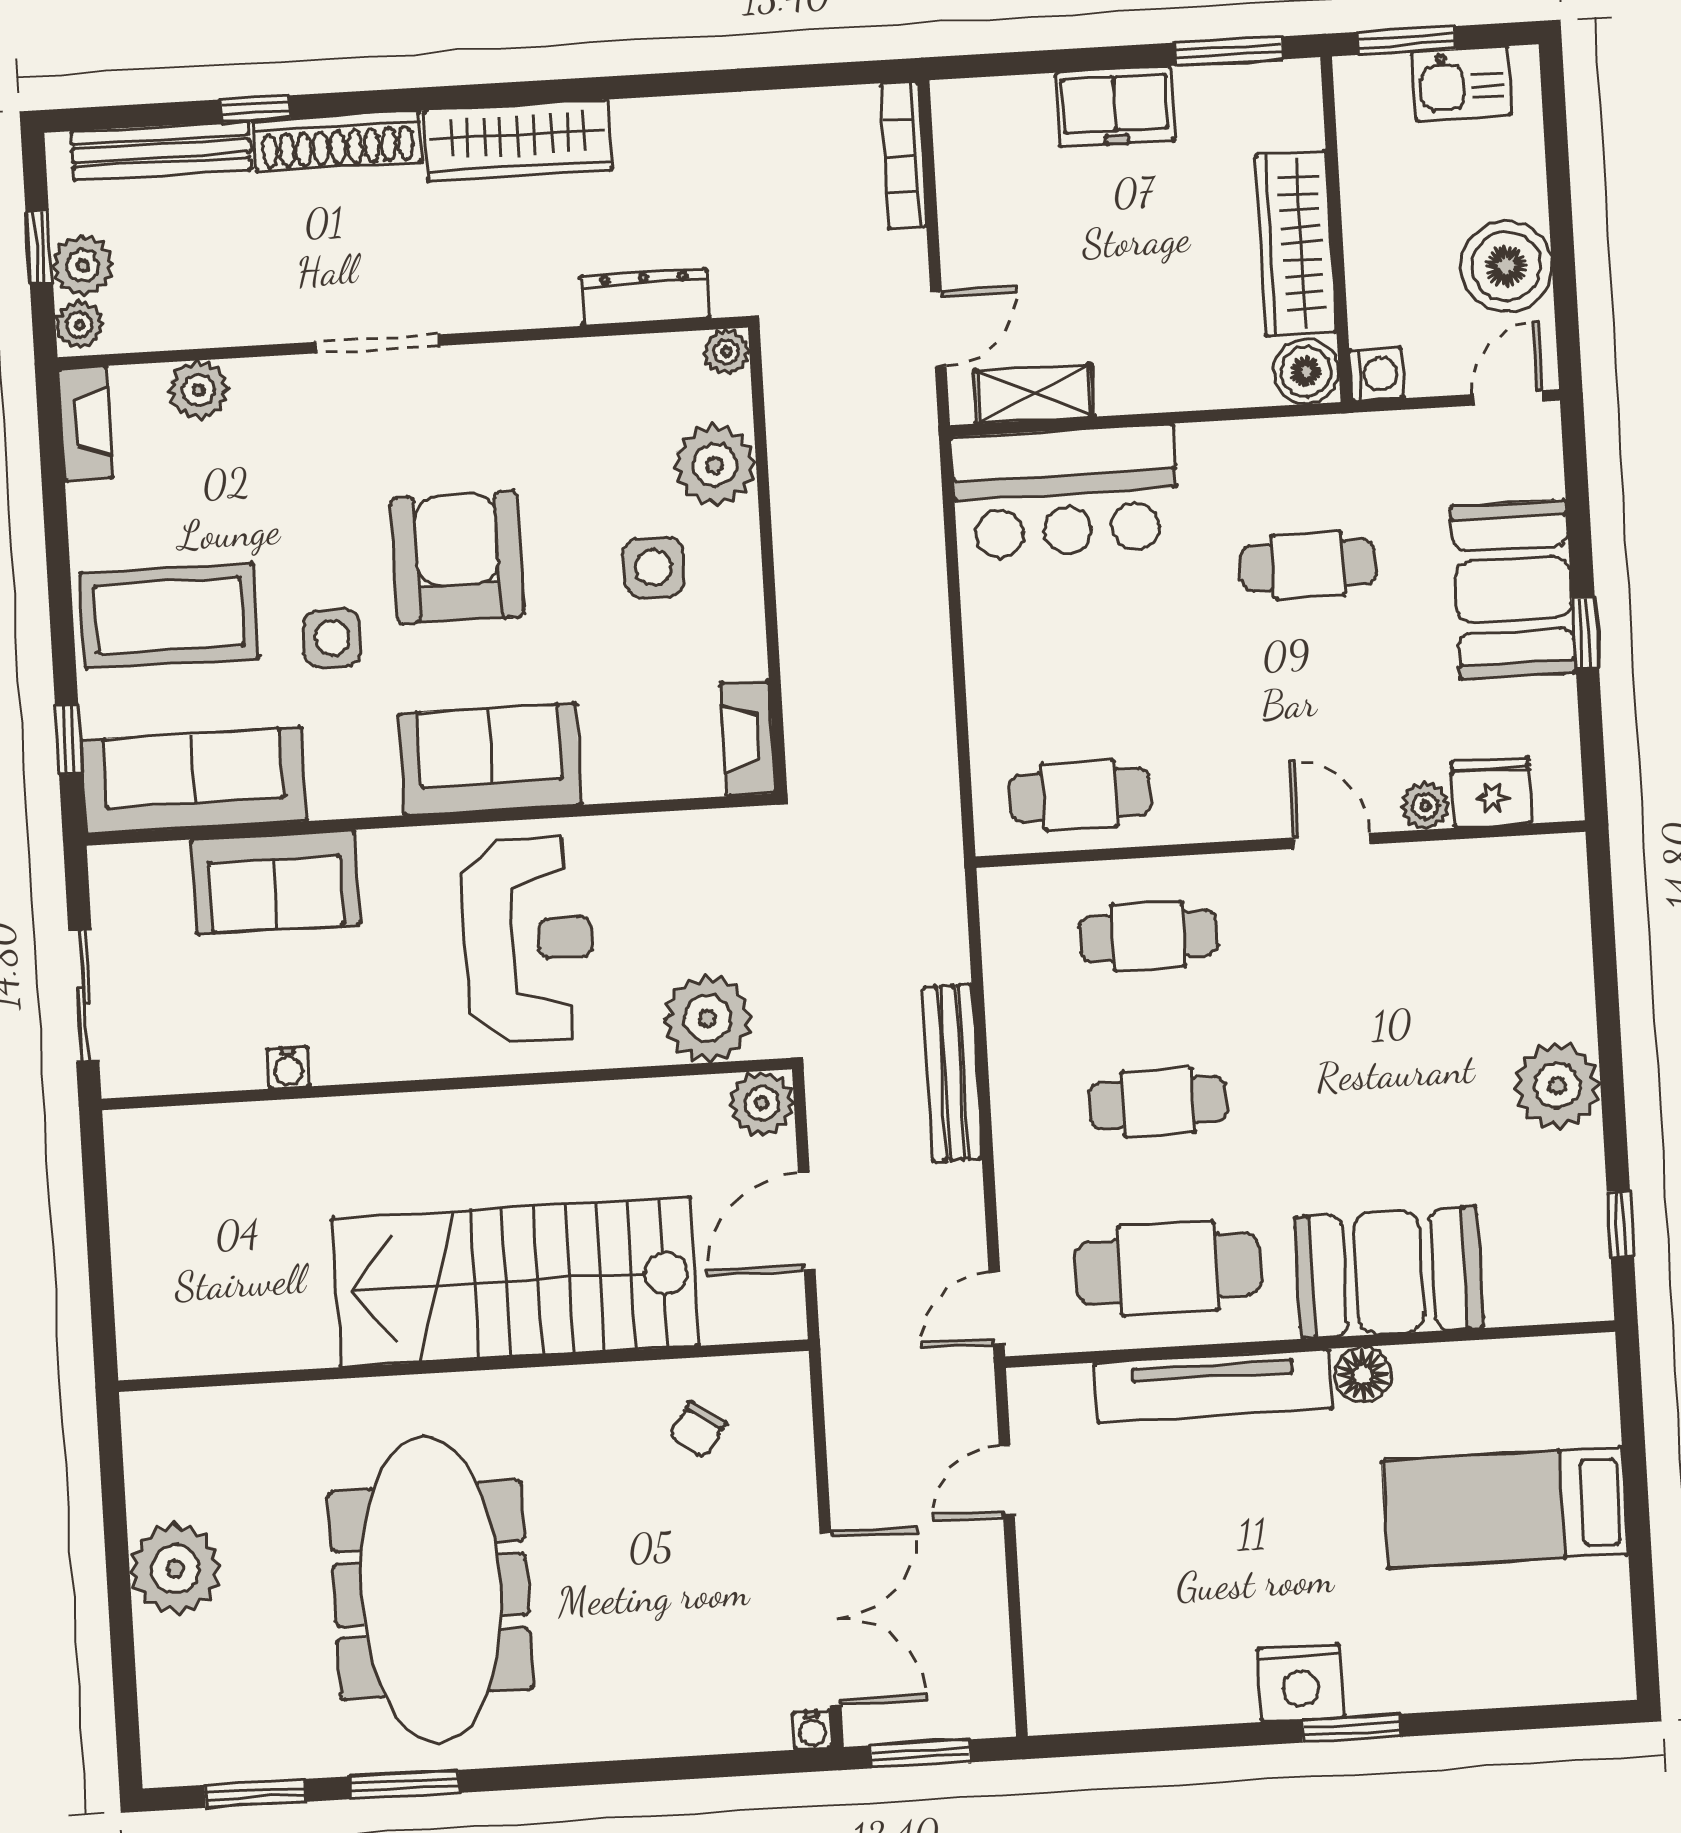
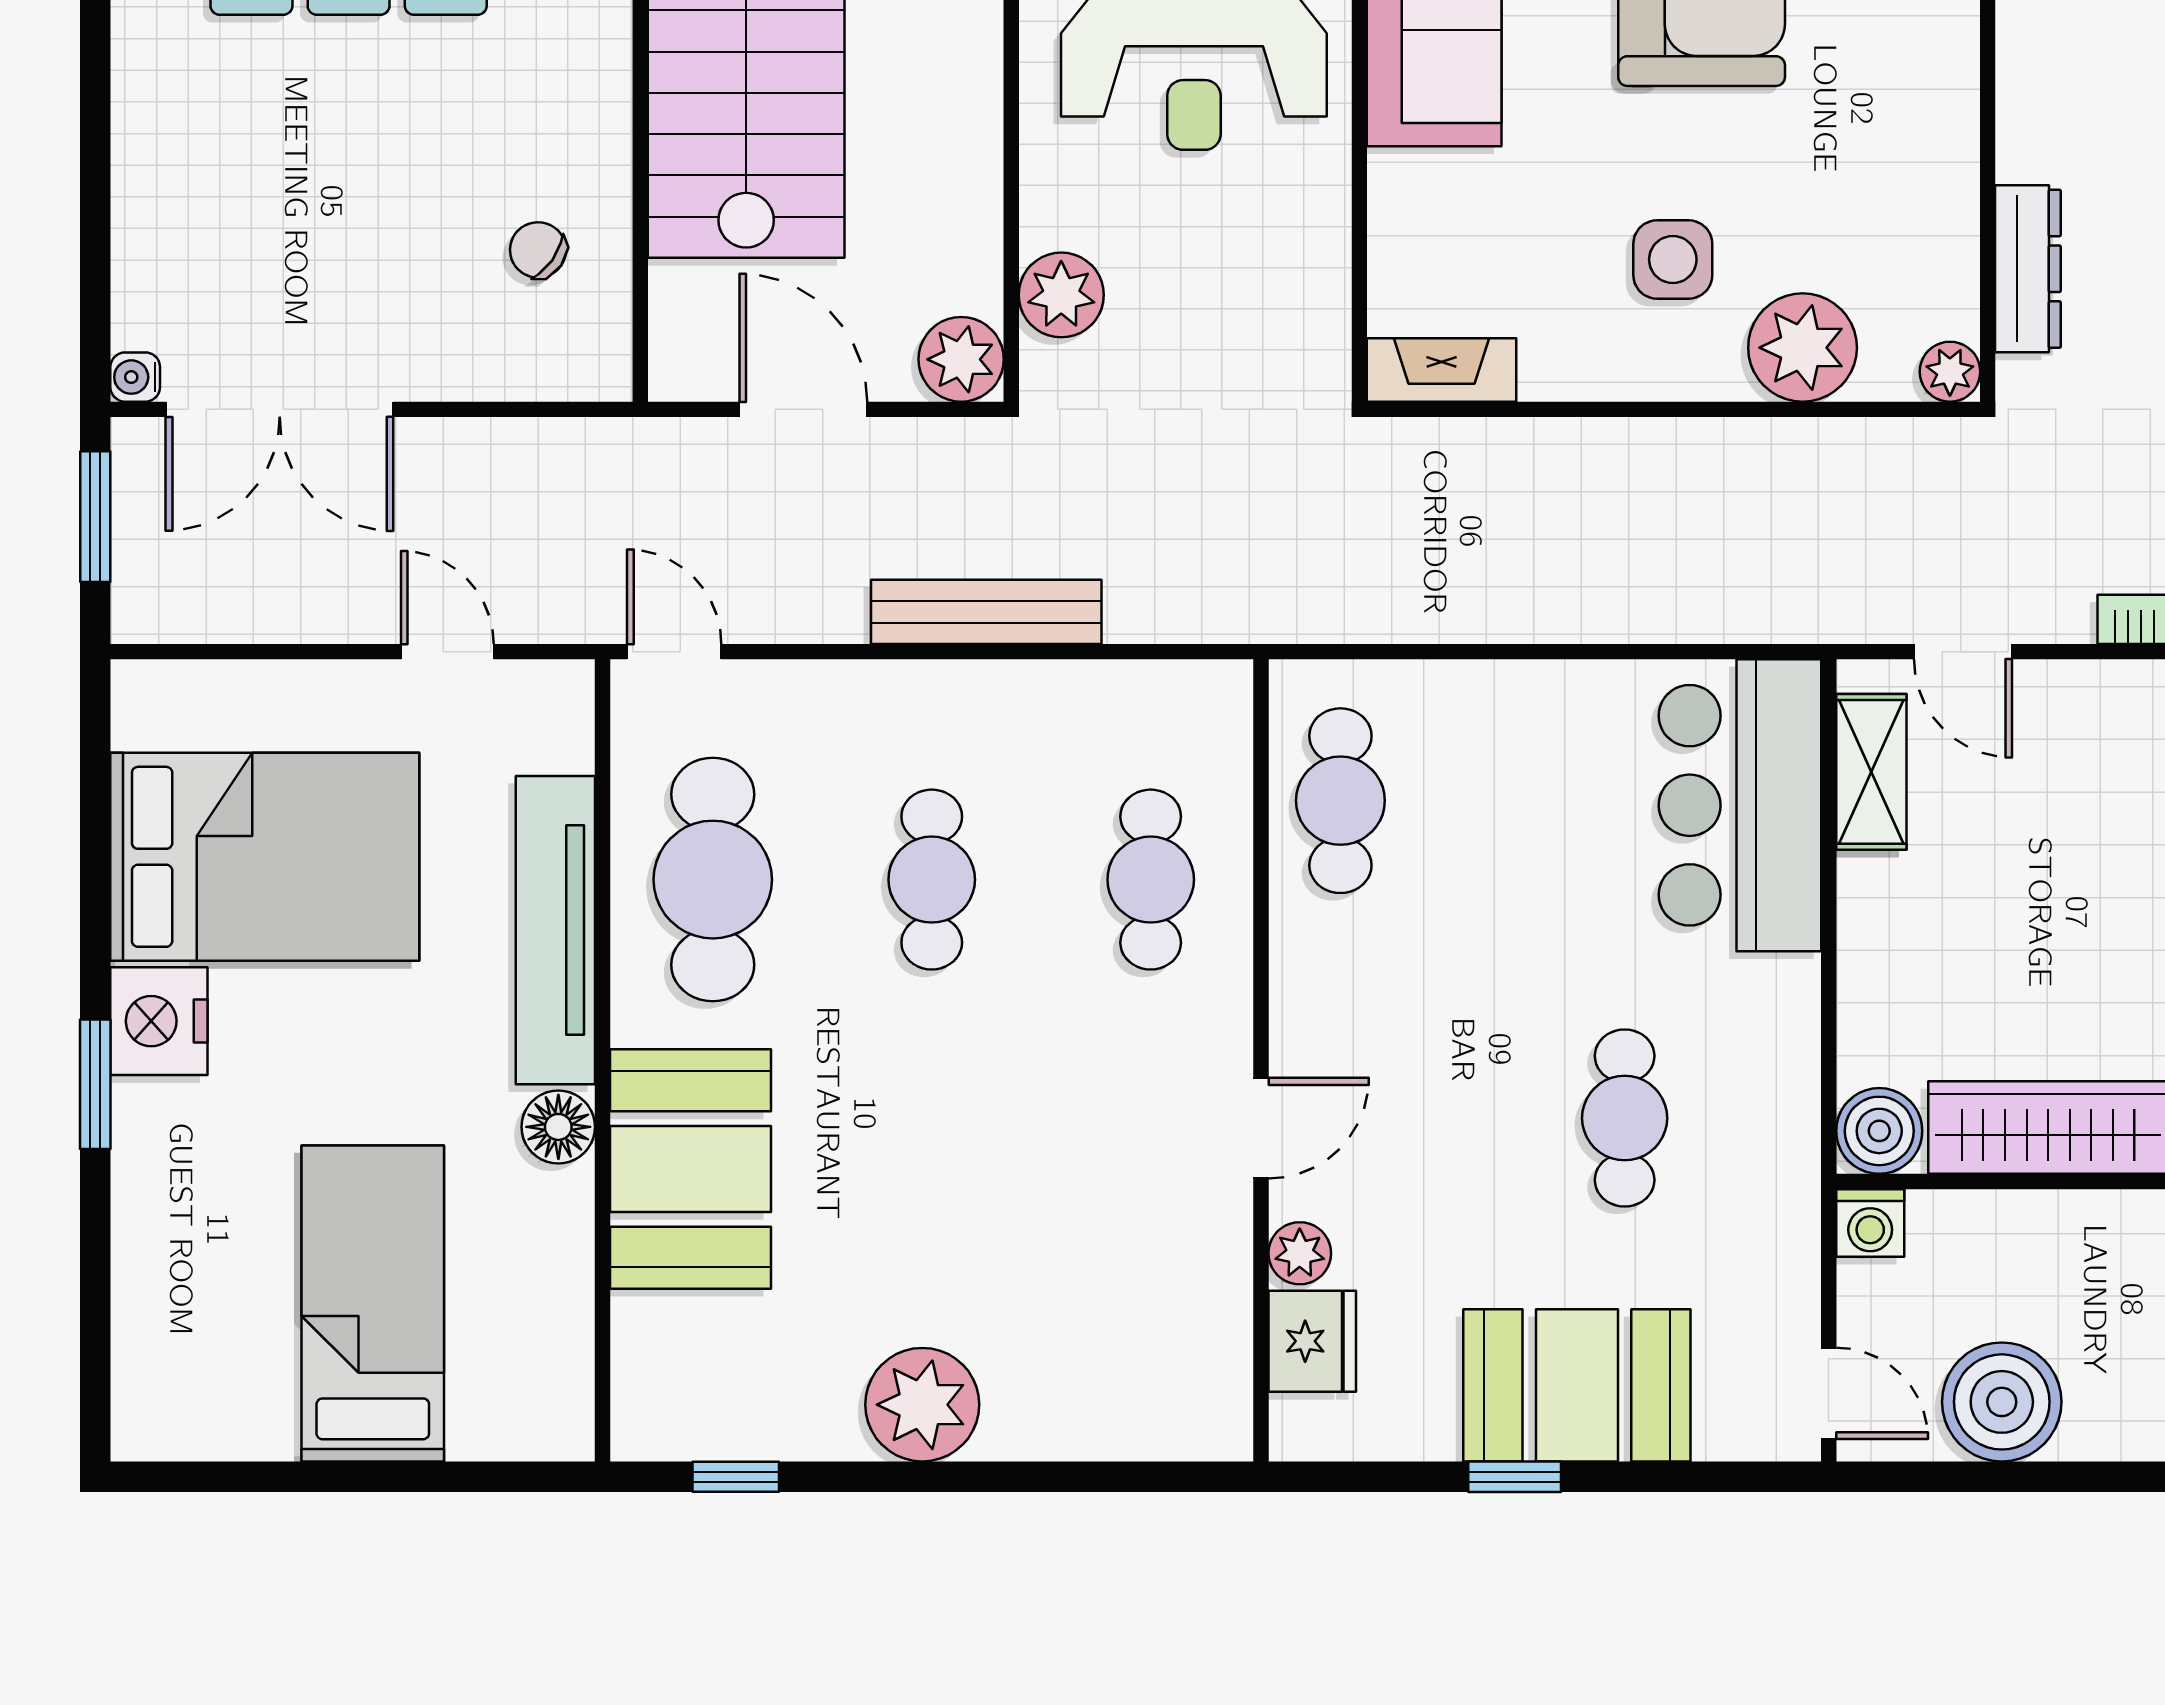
plant: (708, 1019) -> (1061, 295), width x0.73, depth x0.73
bed: (1171, 1610) -> (265, 857), added

